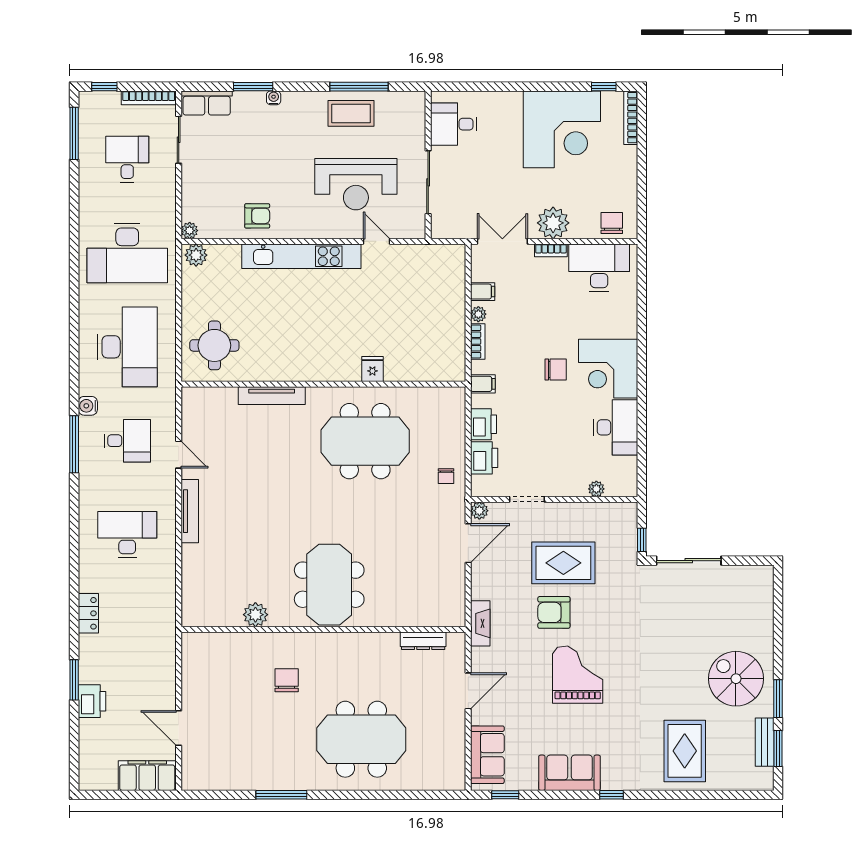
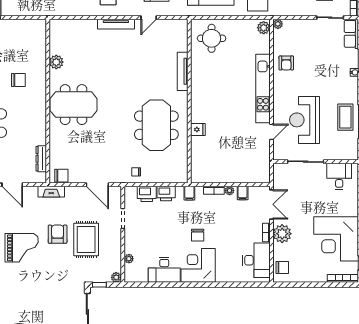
plant: (479, 511) -> (116, 277), moved
chair: (453, 606) -> (61, 176), added

